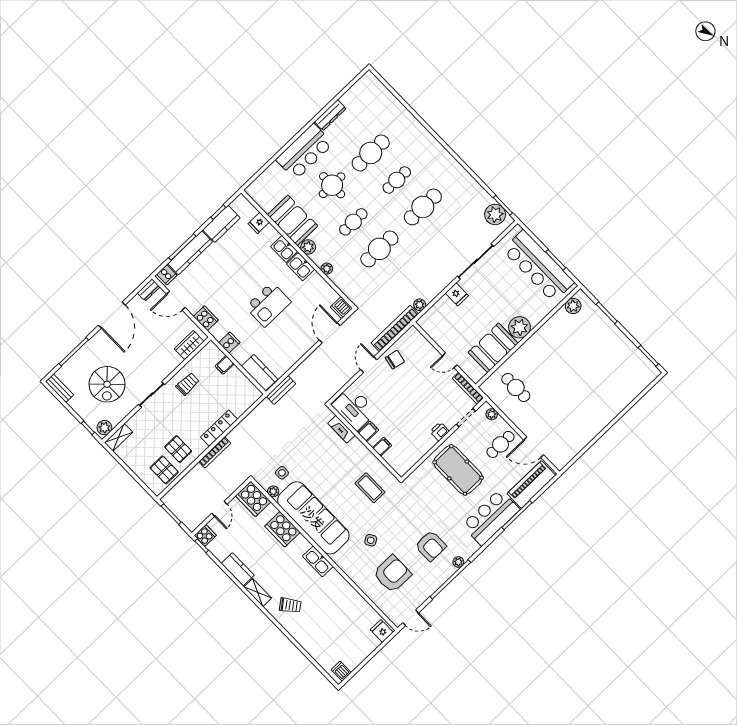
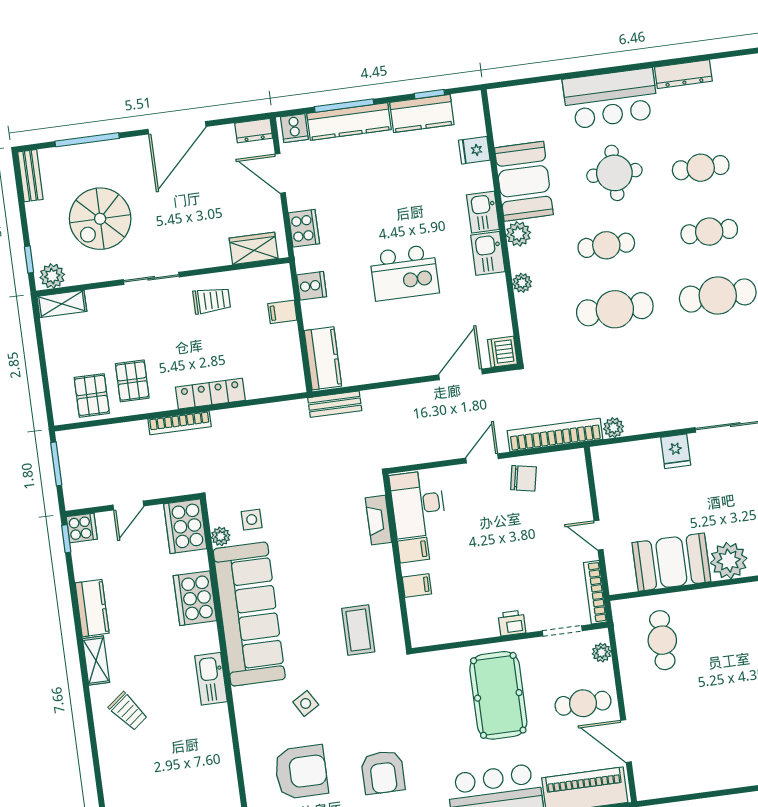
cafe table: (371, 153) -> (701, 168), width x0.73, depth x0.74

